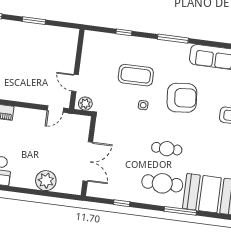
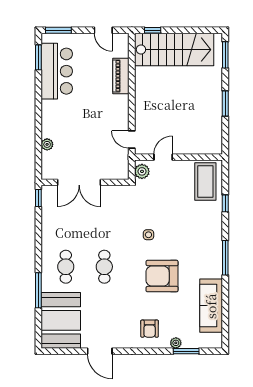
coffee table: (136, 75) -> (205, 182), moved
armchair: (182, 98) -> (162, 276), turned 95
plant: (46, 181) -> (47, 144), width x0.53, depth x0.53
cafe table: (162, 183) -> (66, 267), width x0.73, depth x0.74
window: (122, 203) -> (38, 198), moved

